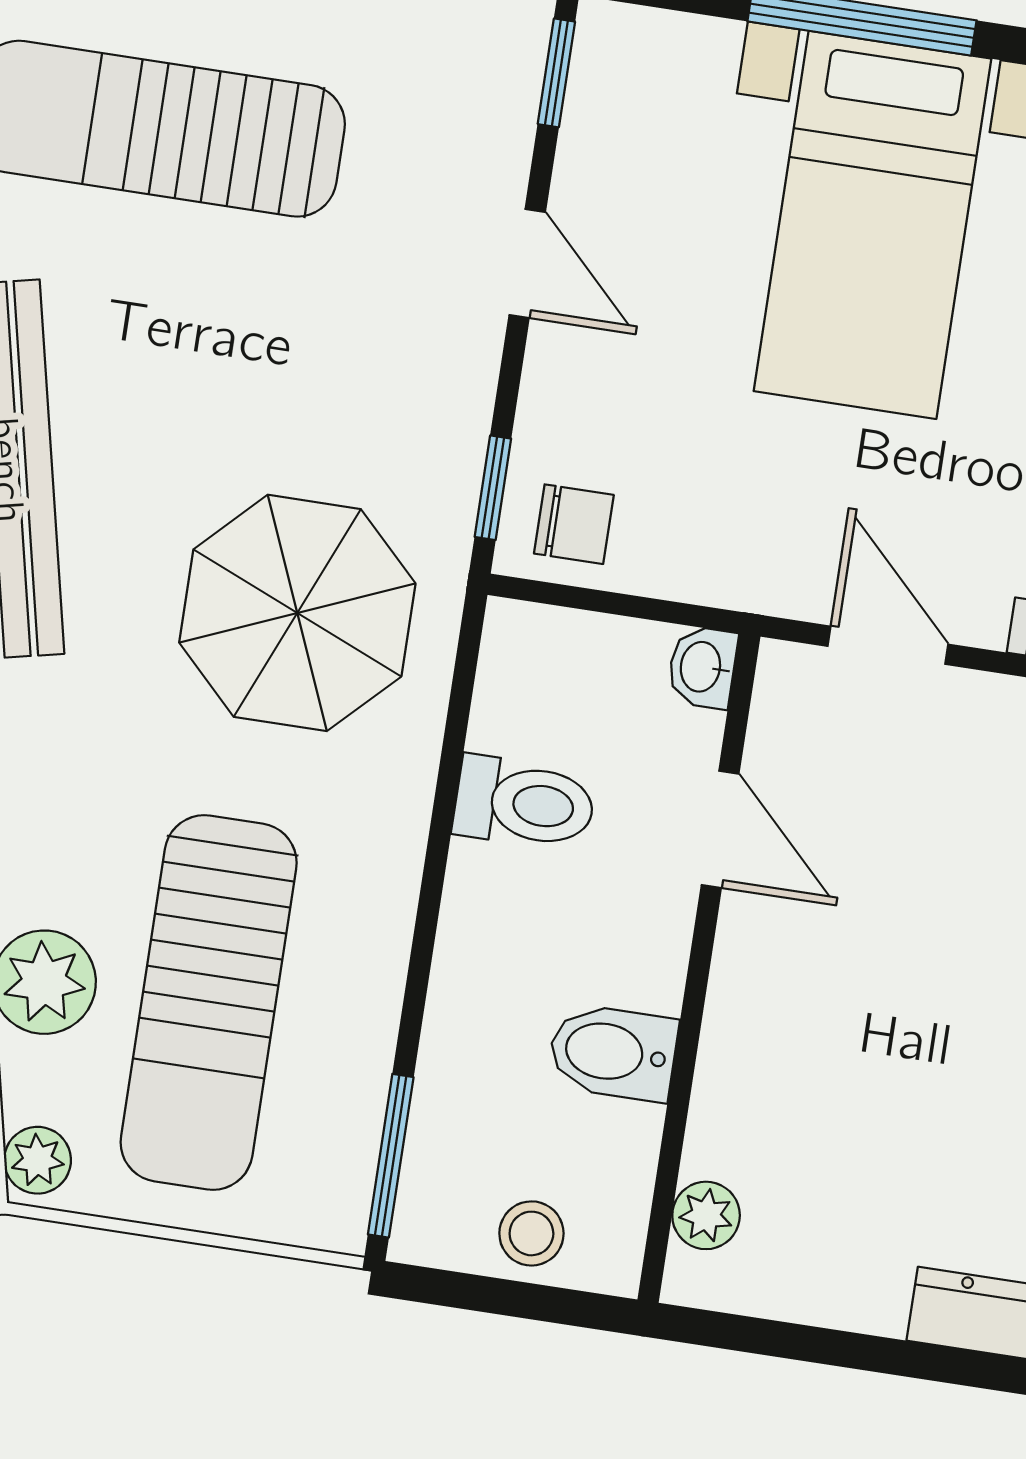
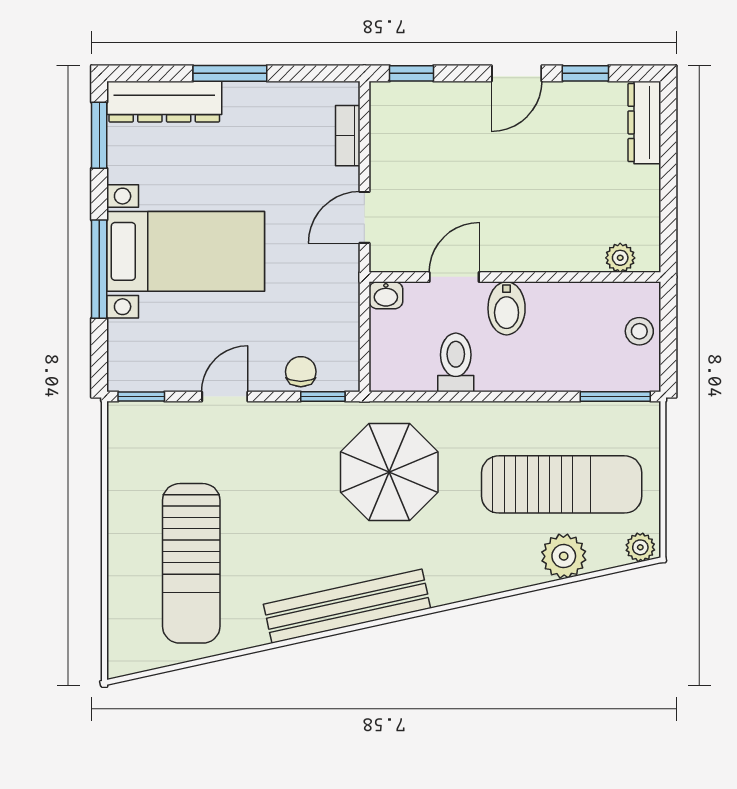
chair: (574, 524) -> (301, 372), moved
bidet: (613, 1052) -> (507, 308), moved

